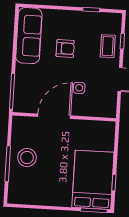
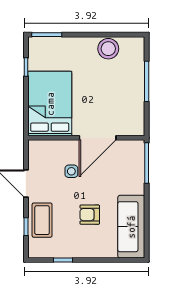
coffee table: (108, 46) -> (42, 220), width x1.36, depth x1.30
stool: (27, 157) -> (108, 49), moved
bed: (93, 180) -> (50, 104), moved, turned 180

